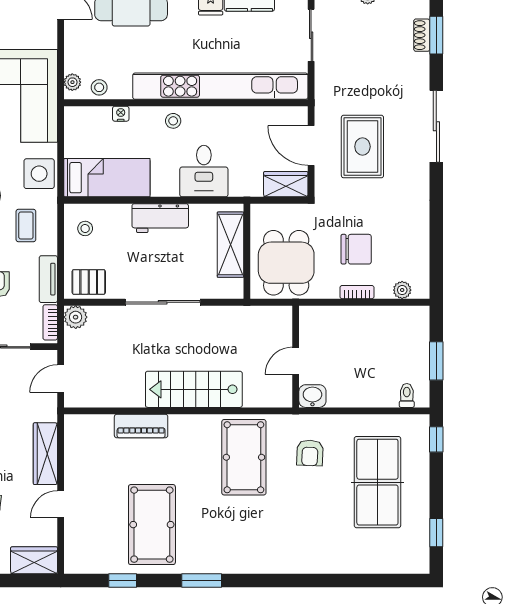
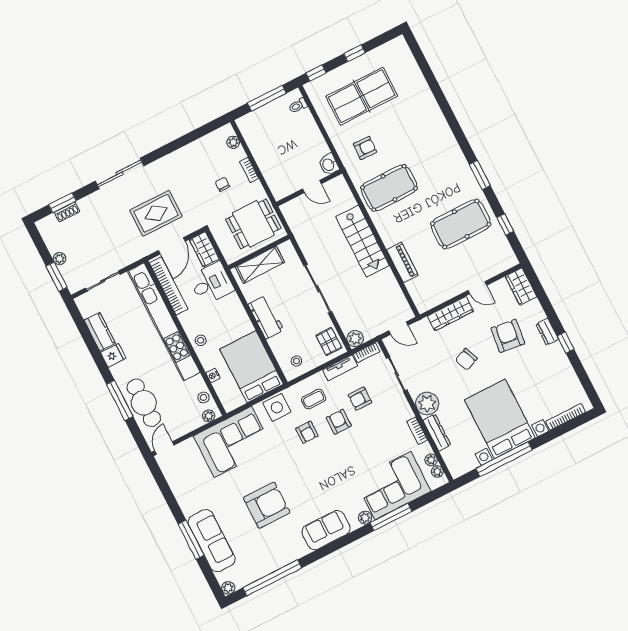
bookcase: (263, 116) -> (169, 286), added
desk: (204, 171) -> (211, 283), moved
bed: (107, 178) -> (252, 367), width x1.50
chair: (356, 249) -> (222, 184), width x0.54, depth x0.54
window: (436, 361) -> (267, 98), width x1.44
window: (436, 533) -> (355, 53), moved

